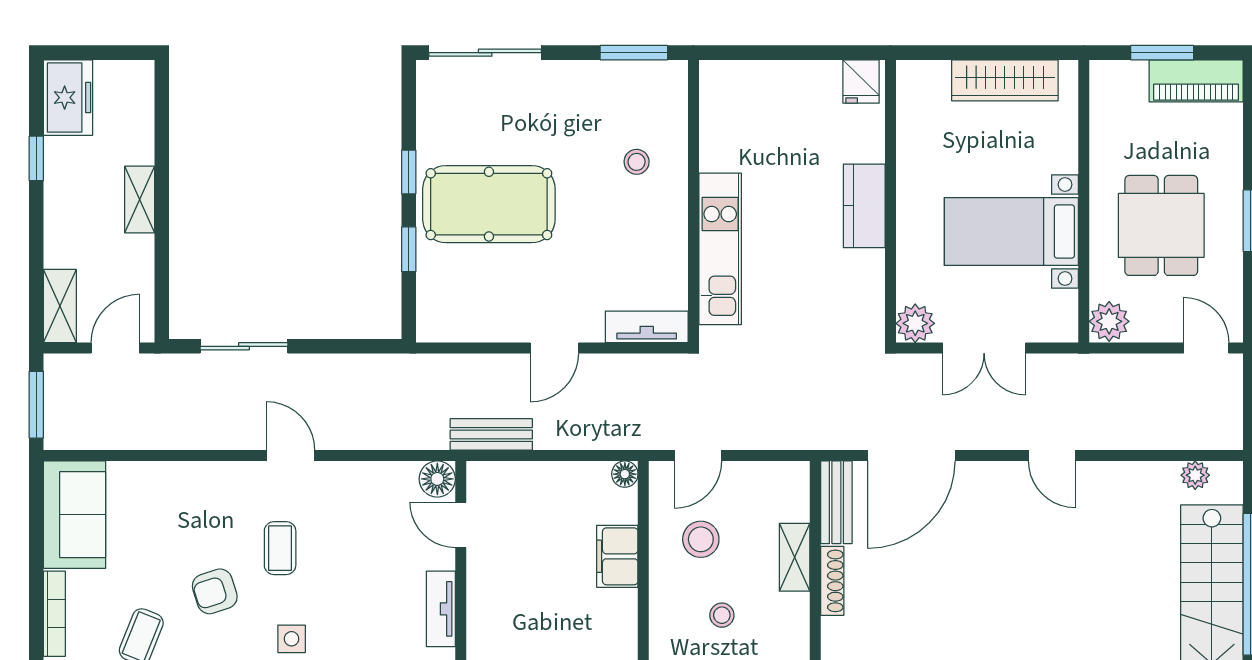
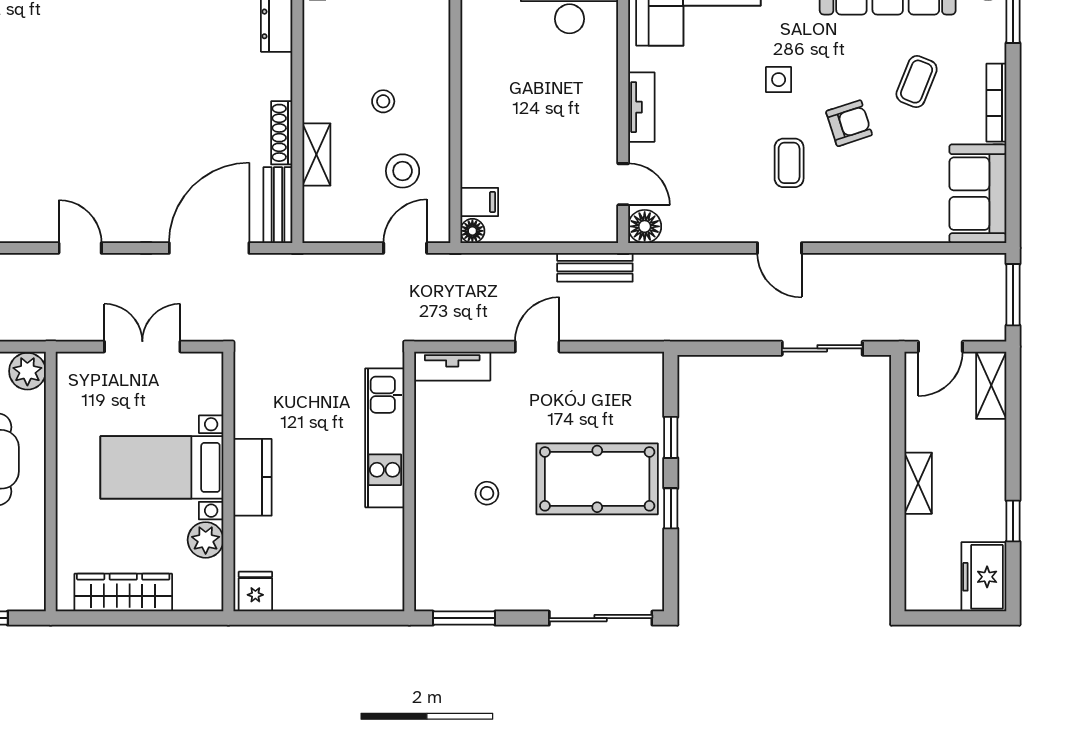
stool: (637, 162) -> (487, 493), moved
bed with nightstands: (1011, 232) -> (162, 467), moved, turned 180
plant: (915, 323) -> (206, 540), moved
filing cabinet: (617, 556) -> (479, 202), moved, width x0.50

